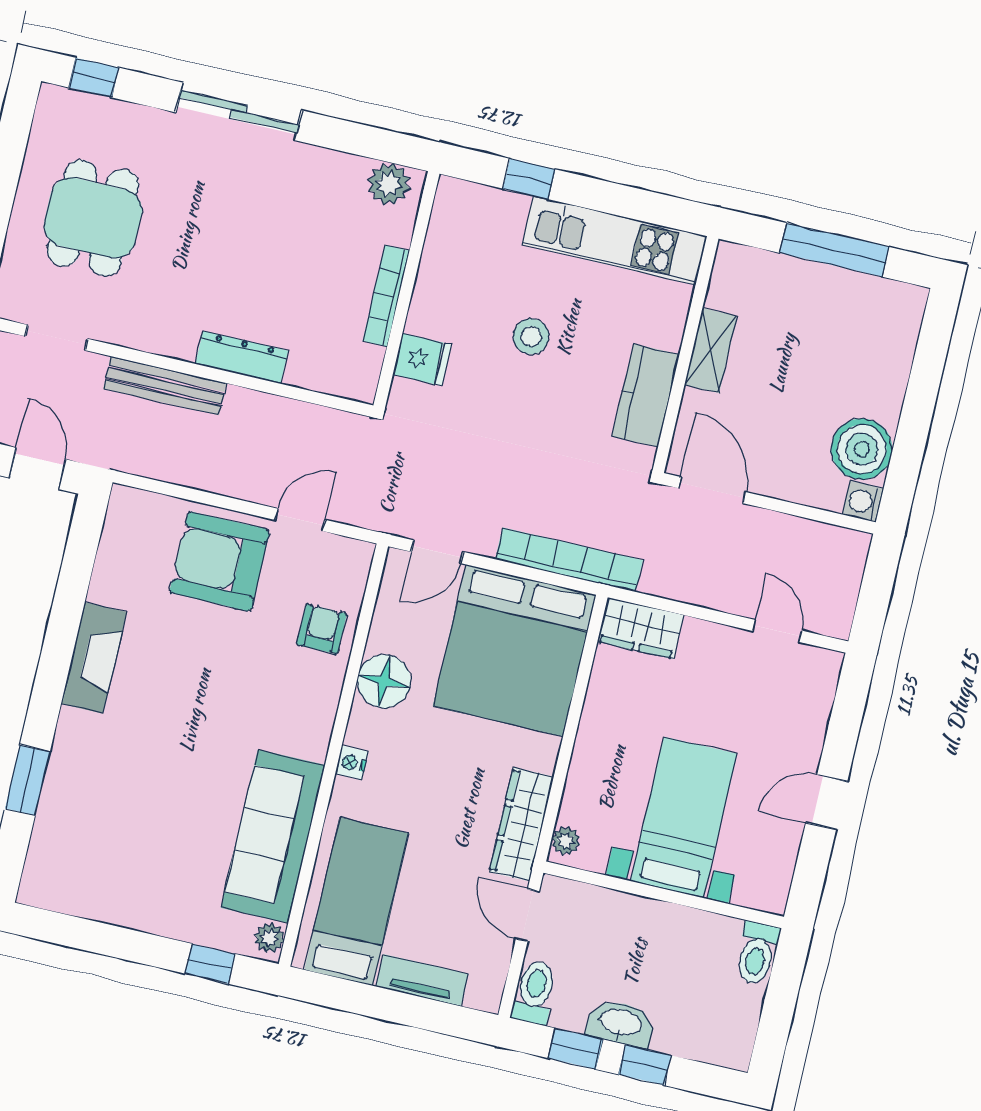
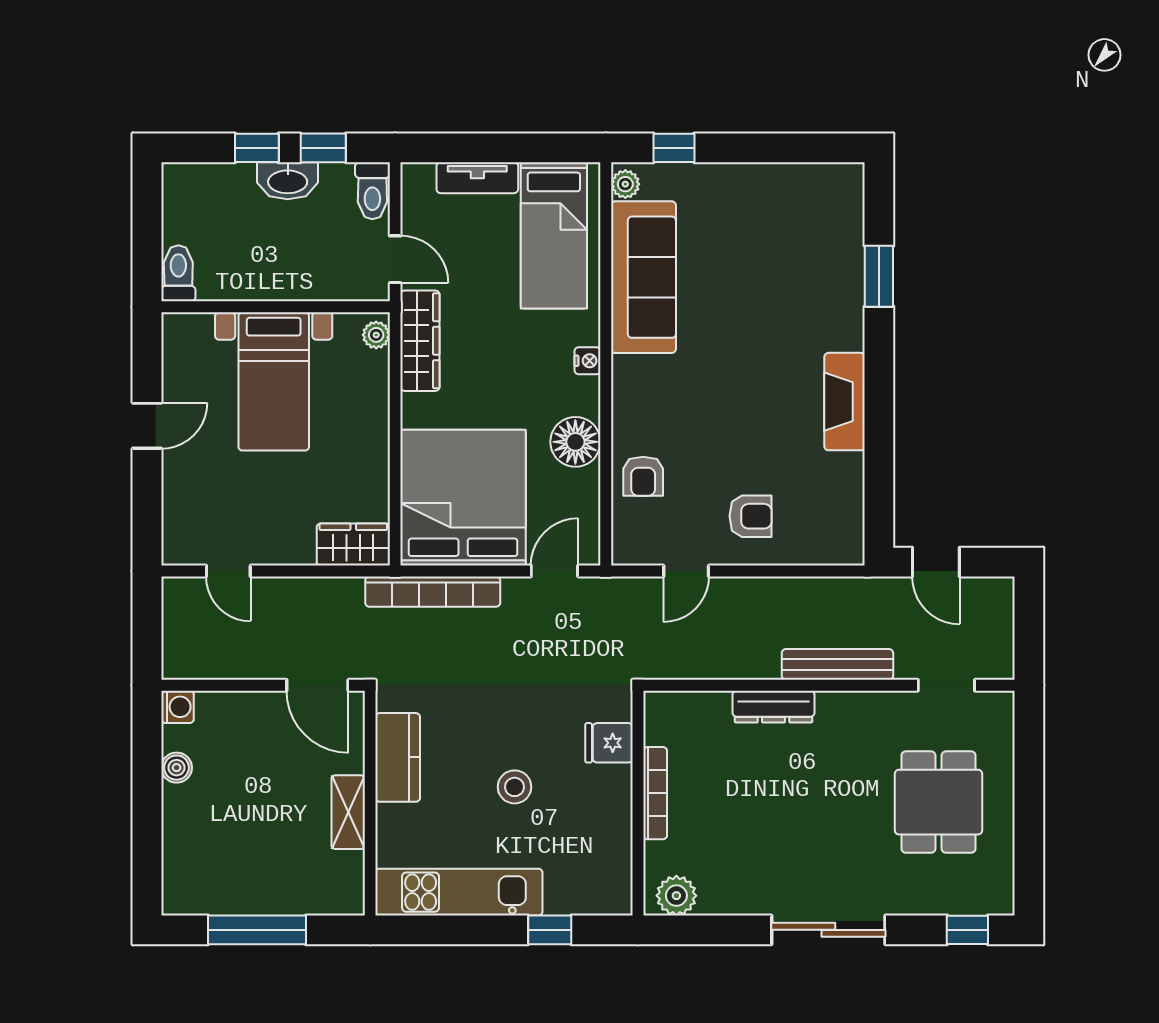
boiler: (862, 449) -> (177, 768), width x0.54, depth x0.54
armchair: (220, 561) -> (751, 516), width x0.53, depth x0.53

